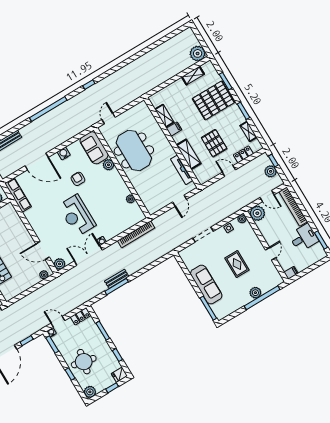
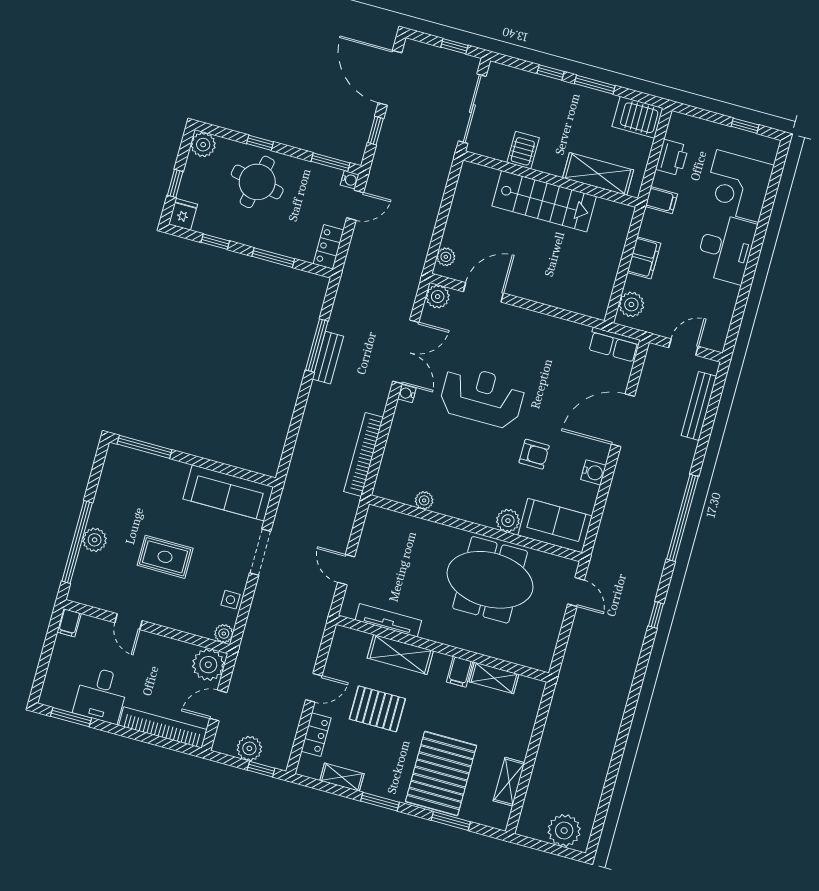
plant: (198, 53) -> (564, 831), moved
row of seats: (18, 195) -> (614, 345), width x0.68
sofa: (206, 285) -> (228, 493), moved

